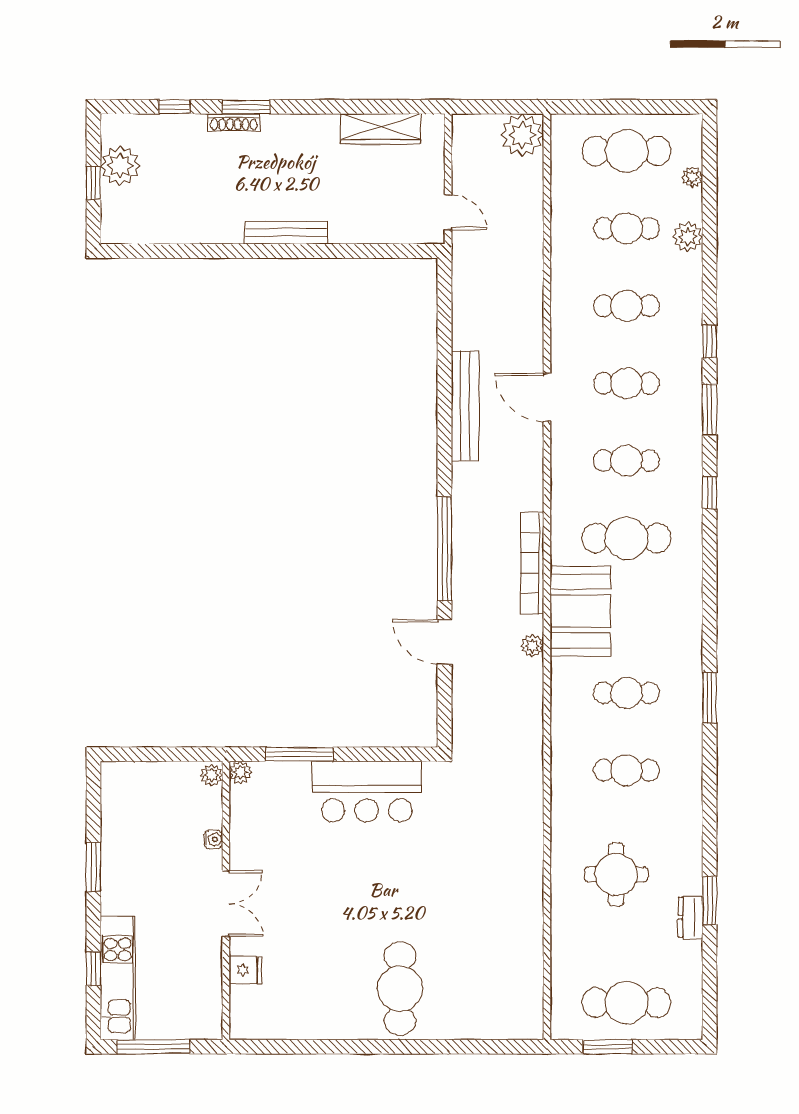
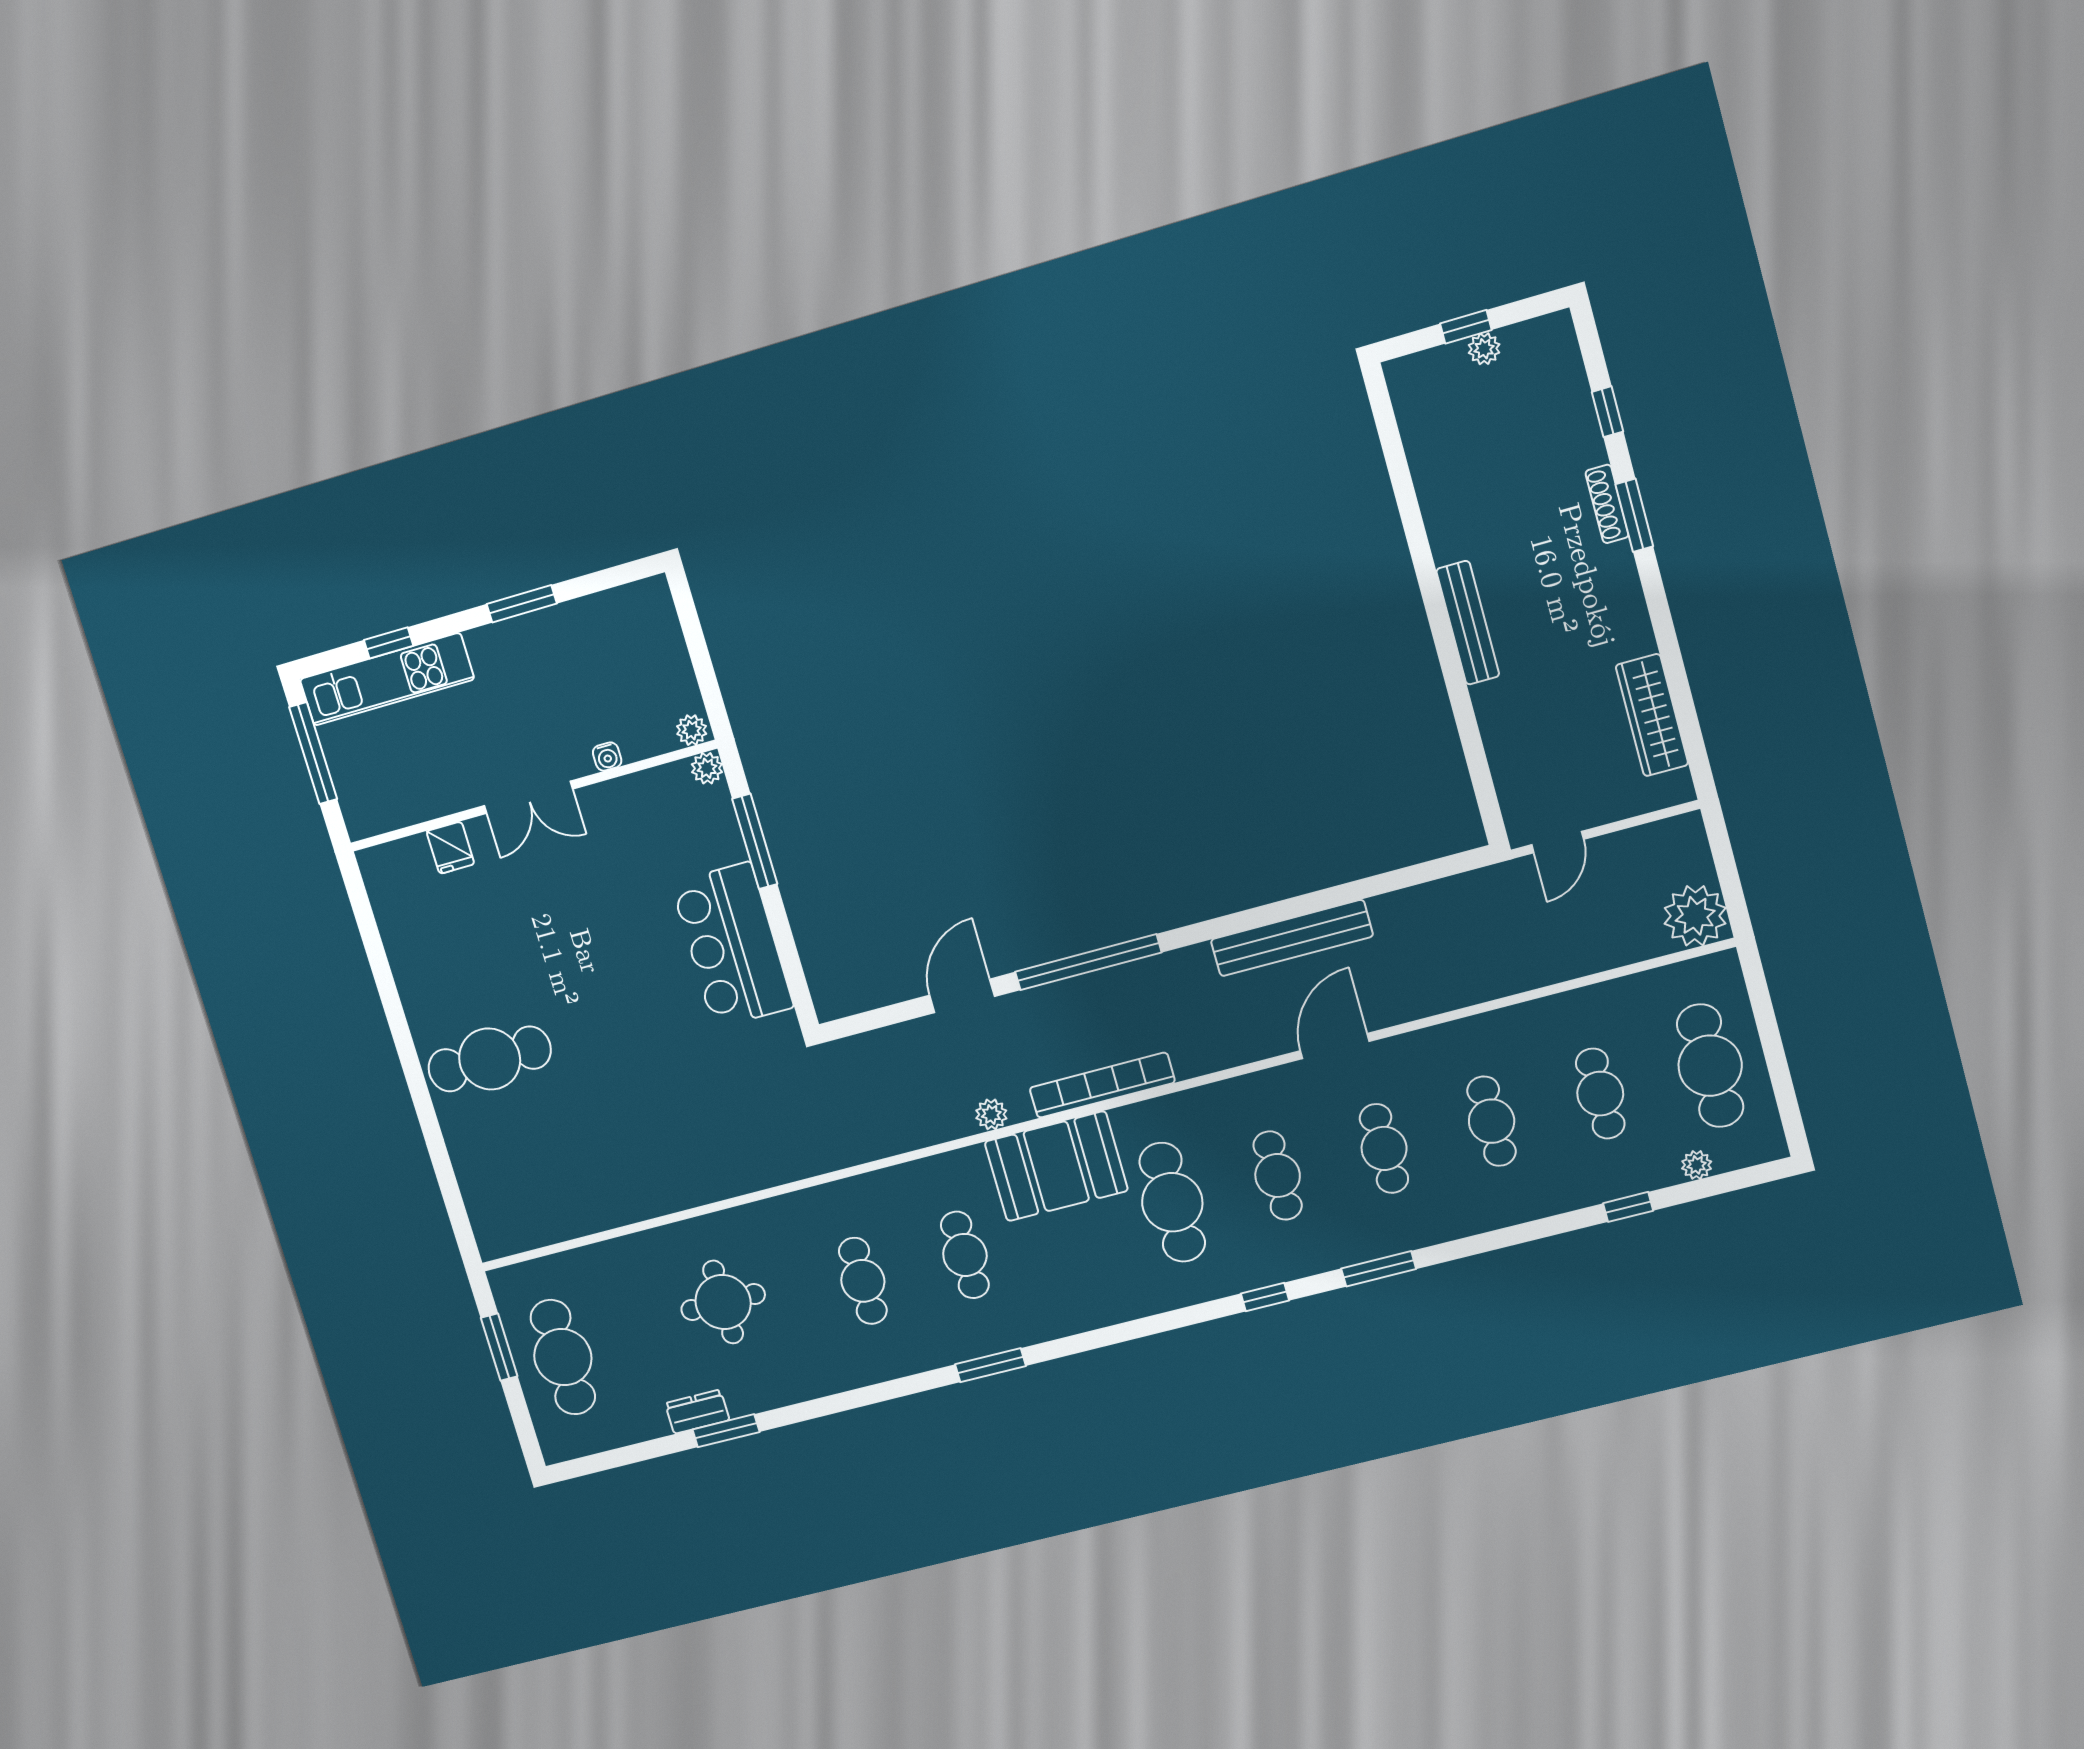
plant: (120, 166) -> (1484, 349), width x0.53, depth x0.53
plant: (688, 237) -> (1611, 1180), removed
window: (710, 342) -> (1628, 1207), moved

